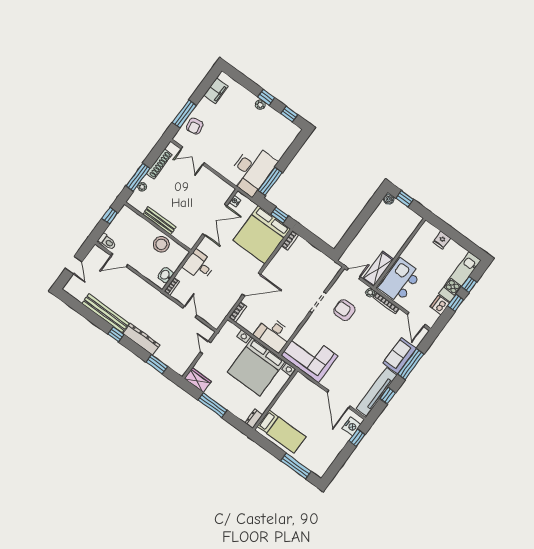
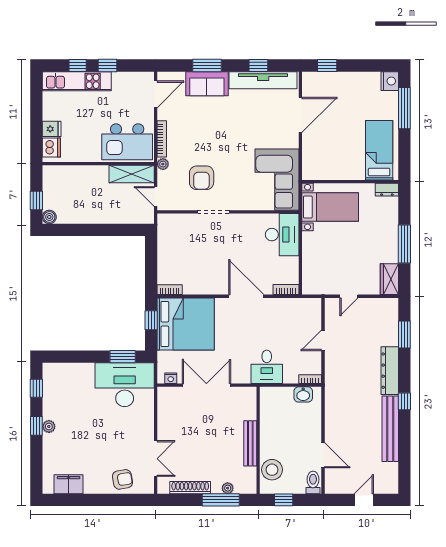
window: (184, 114) -> (118, 500), removed
window: (270, 181) -> (123, 357), width x0.69
stool: (161, 244) -> (272, 470), moved
dishwasher: (440, 305) -> (51, 147), moved, turned -90
window: (411, 364) -> (207, 65), width x0.69
bed with nightstands: (256, 367) -> (330, 207), width x0.54
nightstand: (352, 426) -> (390, 81), moved, turned 90

